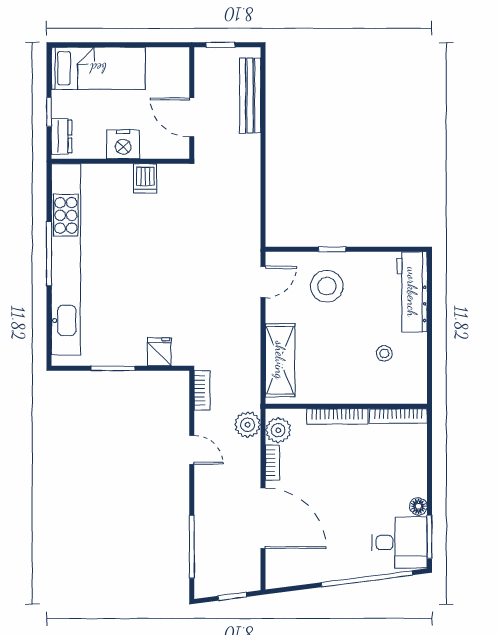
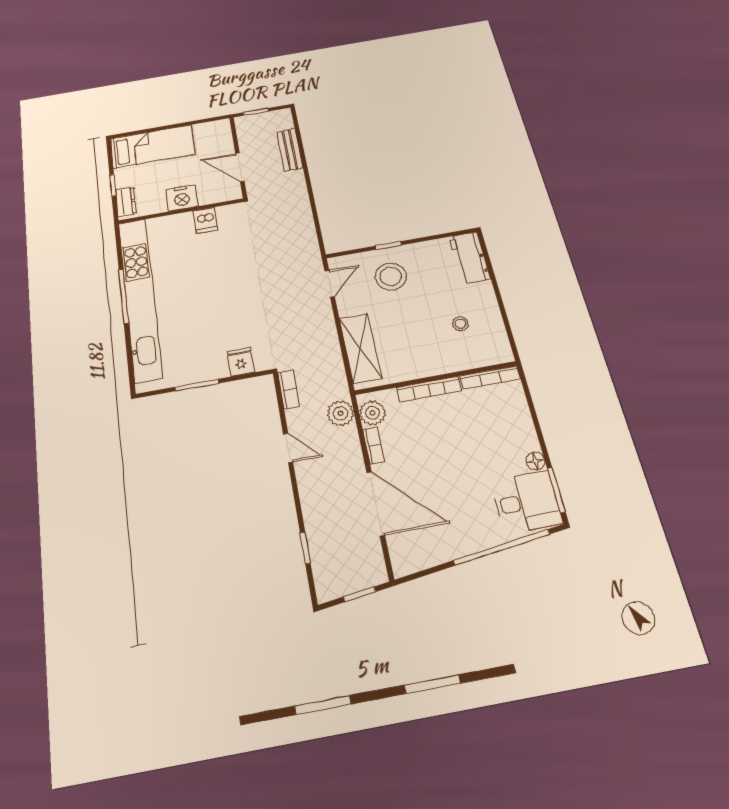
bench: (250, 96) -> (290, 150), width x0.73
workbench: (412, 292) -> (470, 258), width x0.73
window: (192, 547) -> (305, 548), width x0.46

